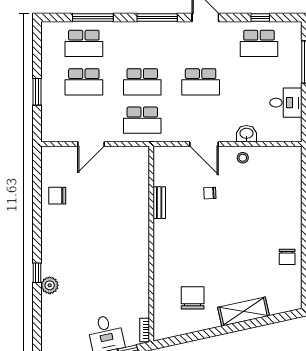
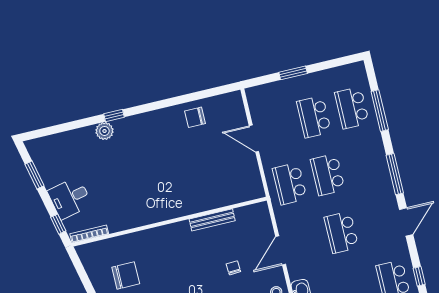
chair: (57, 196) -> (195, 117), turned -90
bench: (159, 203) -> (212, 220), width x1.36
bookcase: (145, 330) -> (89, 234), width x1.56

